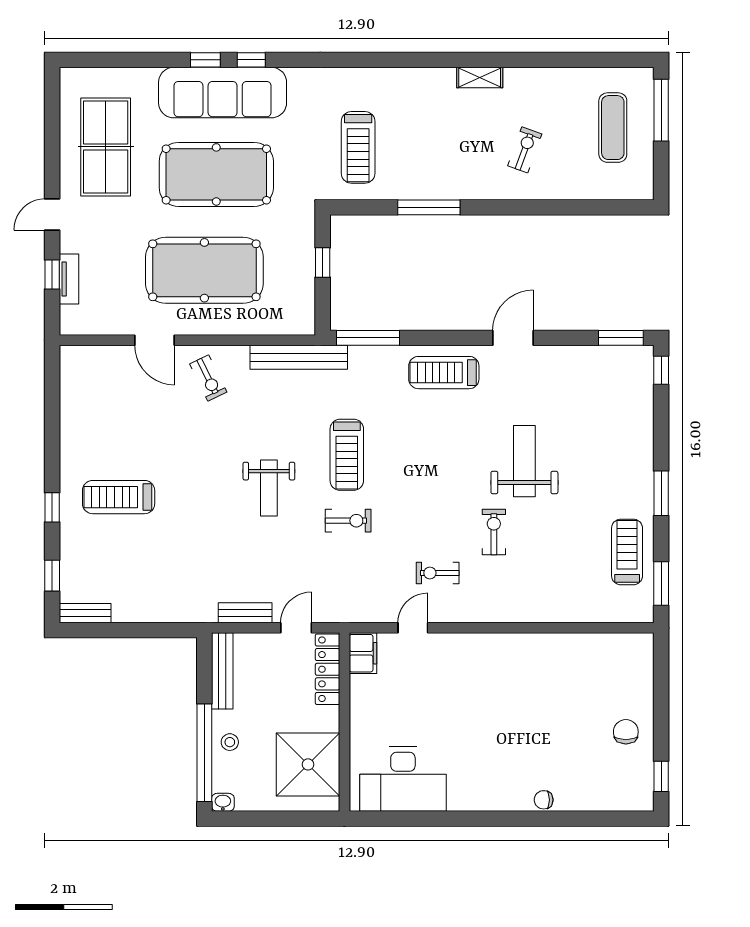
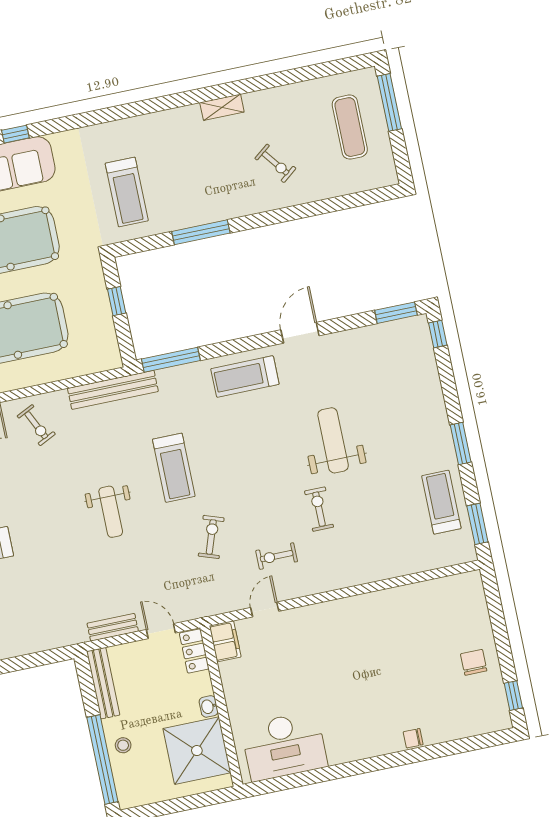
exercise bike: (525, 150) -> (275, 163), turned 122
exercise bike: (348, 521) -> (211, 537), moved, turned -71
door: (296, 628) -> (161, 631), hinge flipped
locker: (328, 669) -> (194, 651), width x0.66
washbasin: (223, 802) -> (209, 706), moved, turned -90

